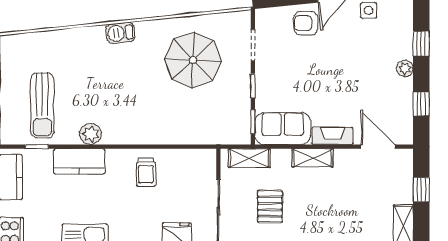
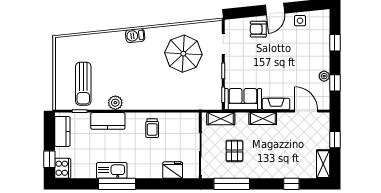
plant: (405, 68) -> (324, 76), moved

